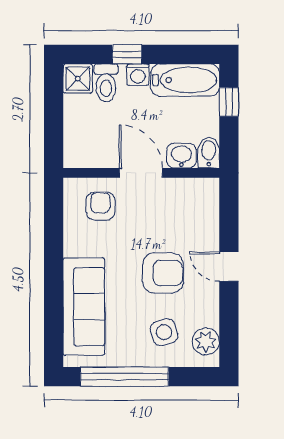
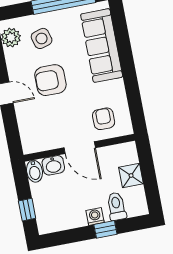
shower: (78, 79) -> (131, 175), moved
bathtub: (185, 80) -> (61, 219), removed
armchair: (100, 206) -> (104, 119), turned 180

